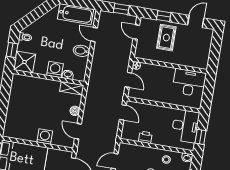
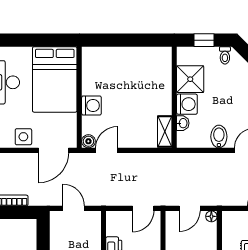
shower: (24, 62) -> (190, 79), moved
boiler: (75, 111) -> (88, 141), moved

